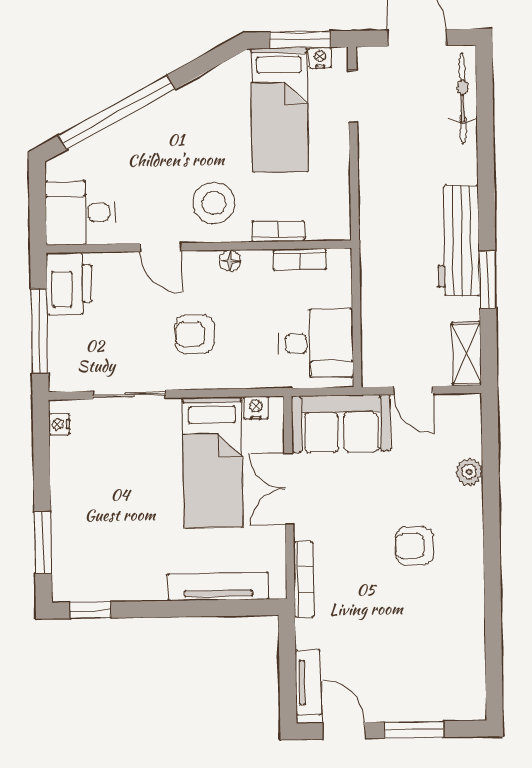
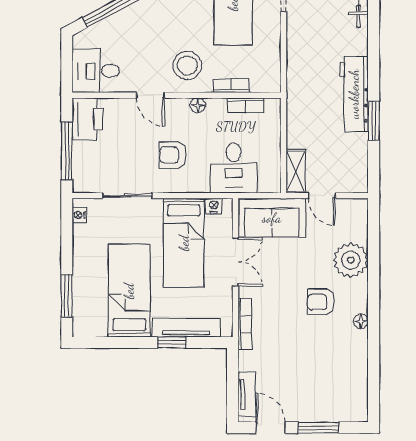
desk: (316, 343) -> (234, 168), moved, turned 90
shelving: (467, 354) -> (296, 171), moved
plant: (469, 472) -> (351, 260), width x1.88, depth x1.88
double door: (289, 489) -> (235, 262), swing flipped
bed: (134, 534) -> (129, 291), added
floor lamp: (474, 573) -> (361, 321), added
window: (90, 610) -> (171, 343), moved

